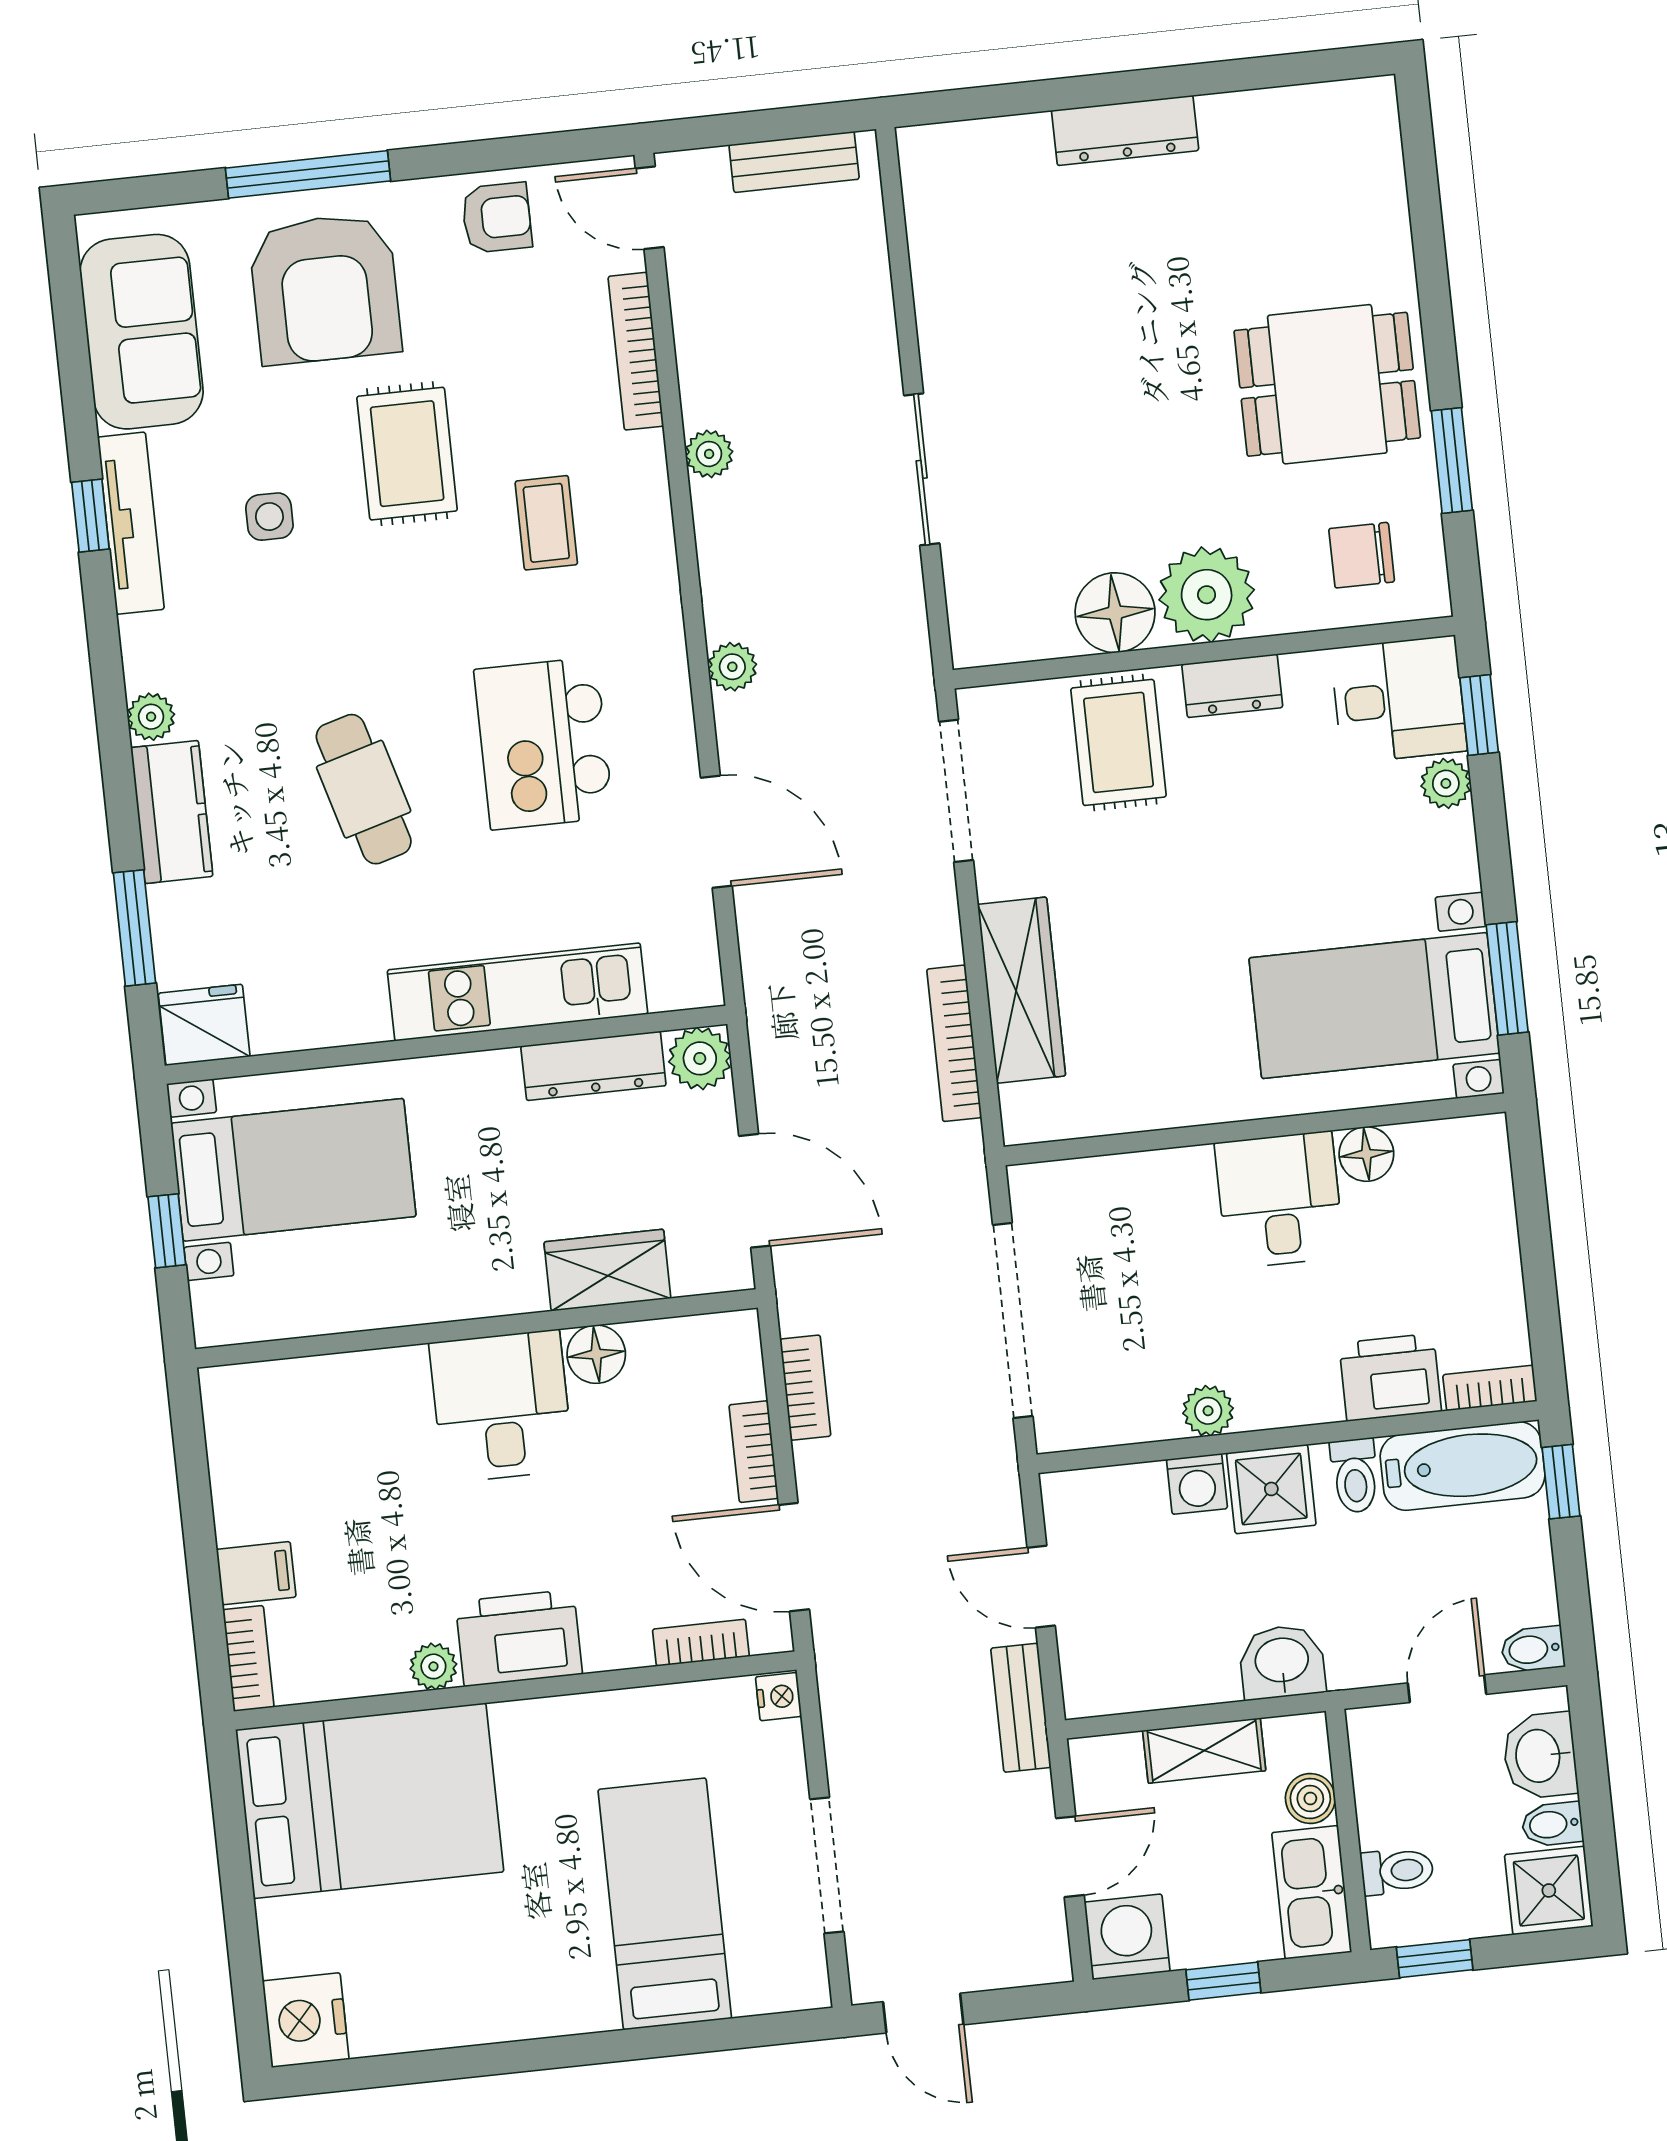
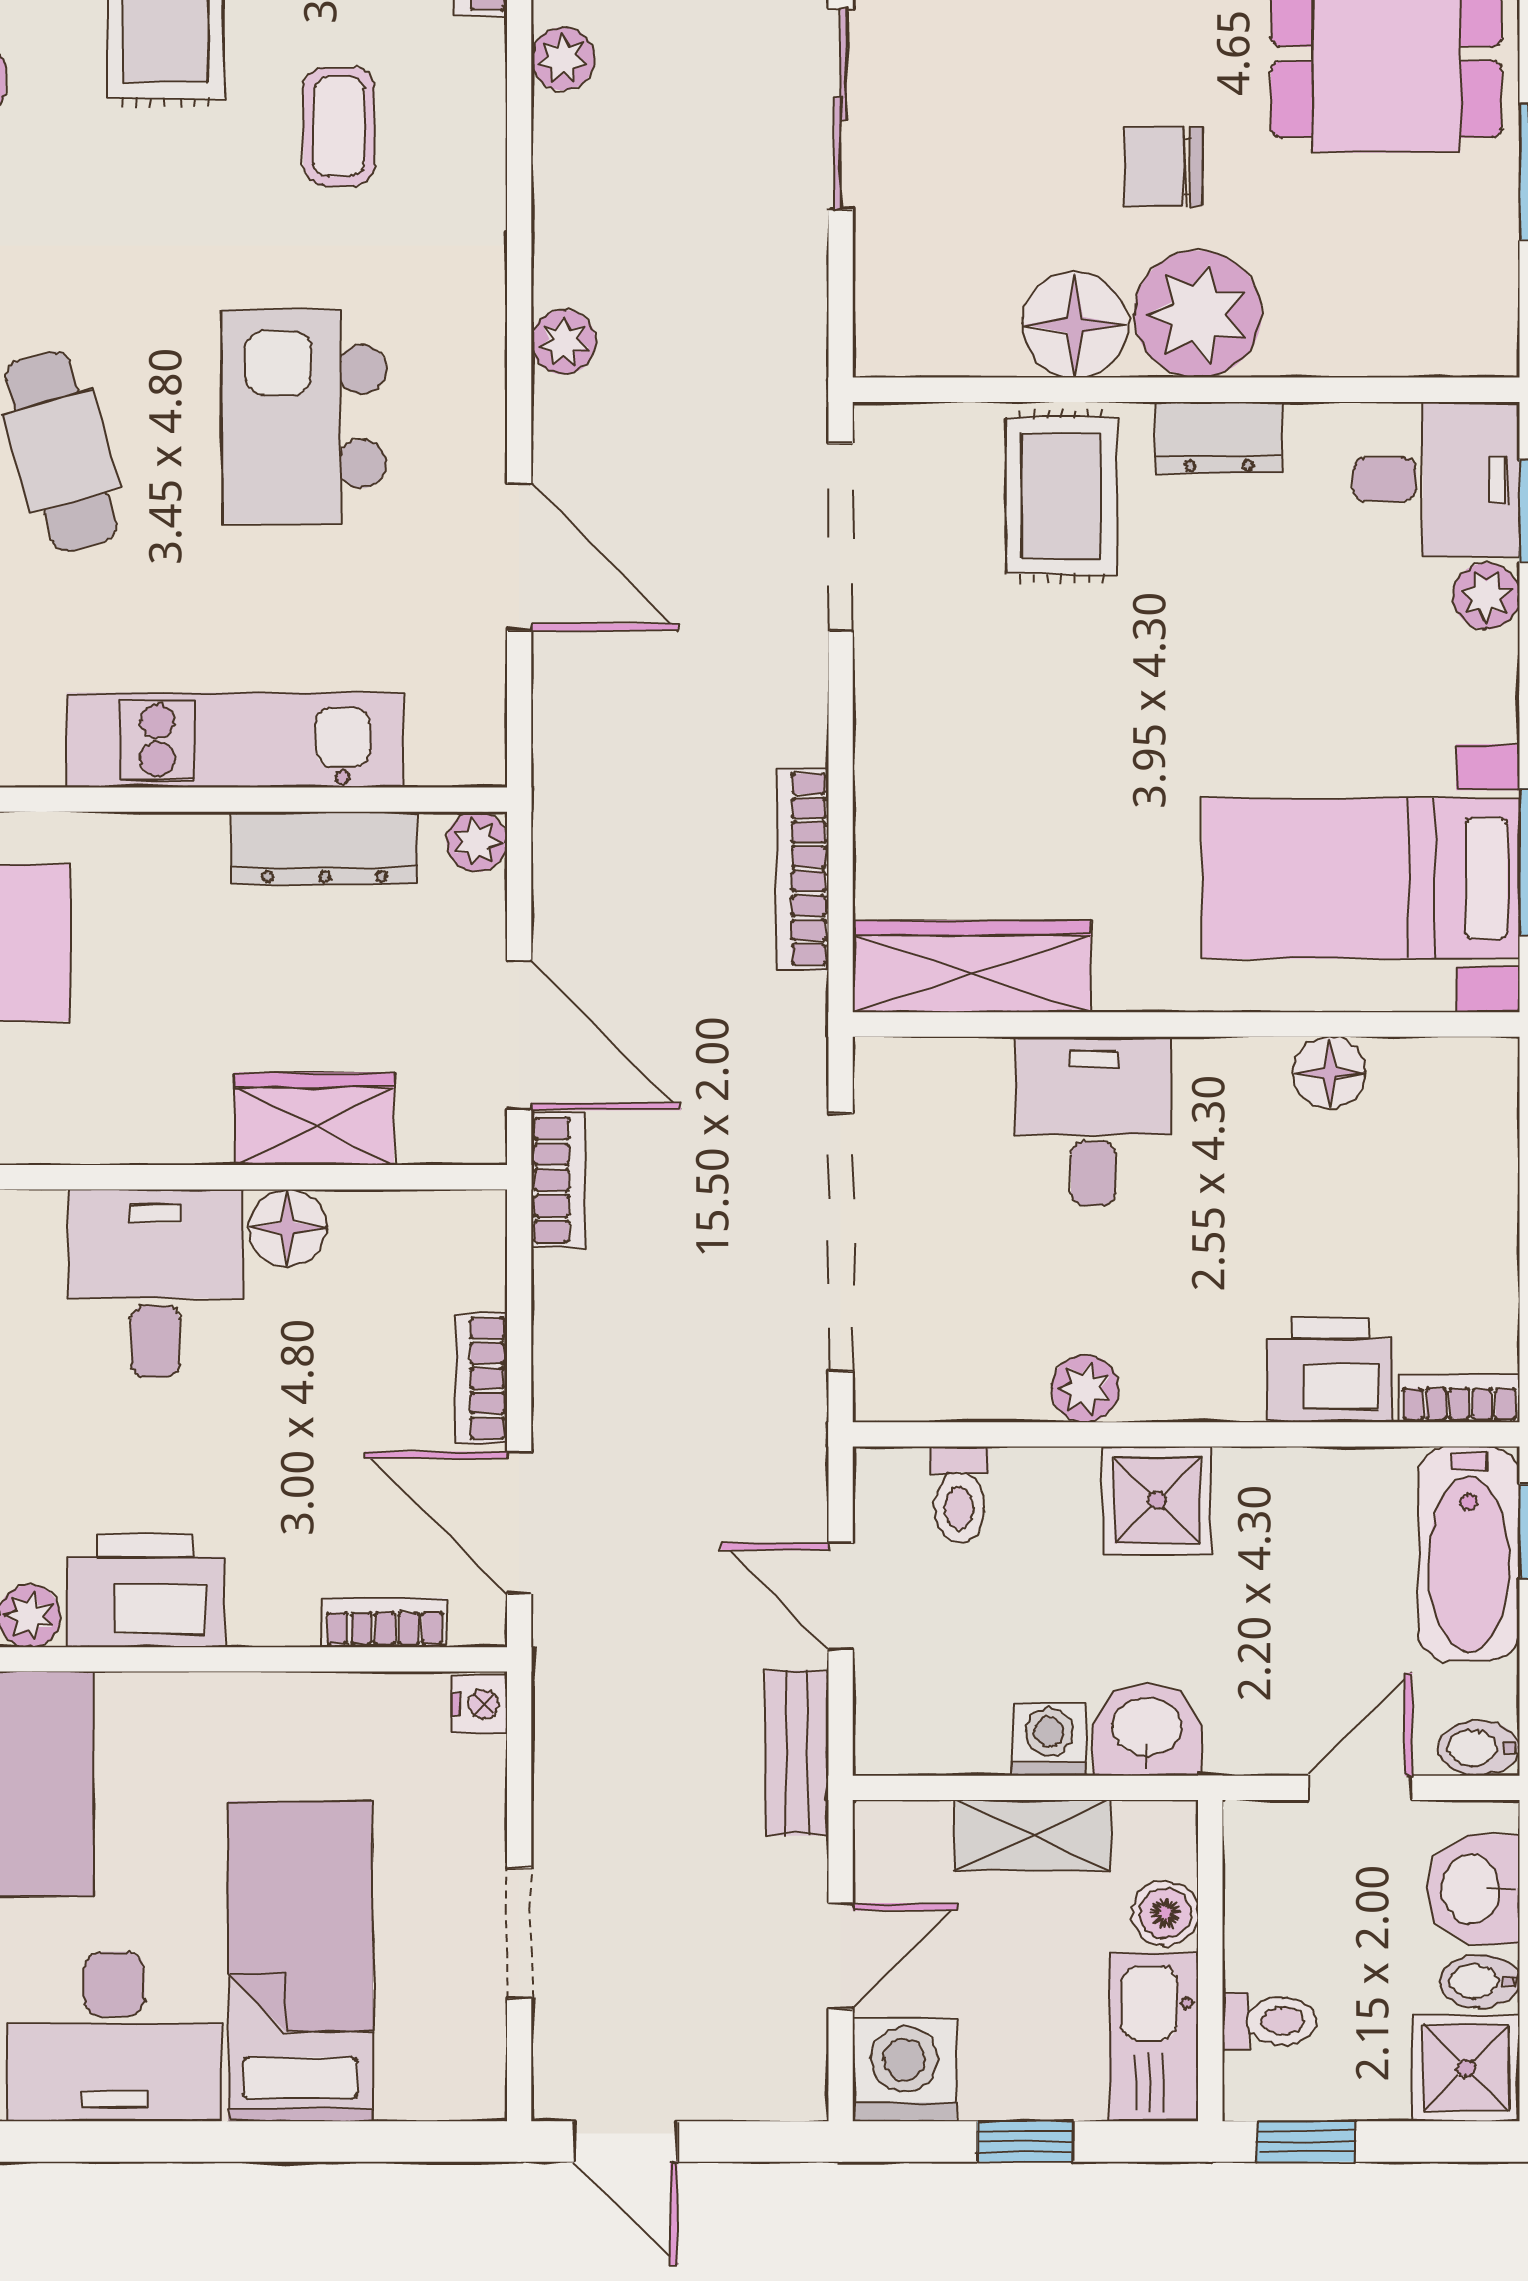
chair: (1362, 555) -> (1164, 167), moved
wardrobe: (1022, 990) -> (972, 966), moved, turned -90
plant: (700, 1058) -> (477, 842), width x0.73, depth x0.73
desk: (1279, 1200) -> (1093, 1121), moved
bookcase: (805, 1388) -> (558, 1180), moved
bathtub: (1463, 1466) -> (1469, 1554), moved, turned 90
toilet: (1355, 1476) -> (959, 1494), moved
washing machine: (1197, 1484) -> (1049, 1739), moved, turned 180
doorway: (827, 1865) -> (519, 1933), width x0.73
desk: (531, 1976) -> (114, 2037), added

